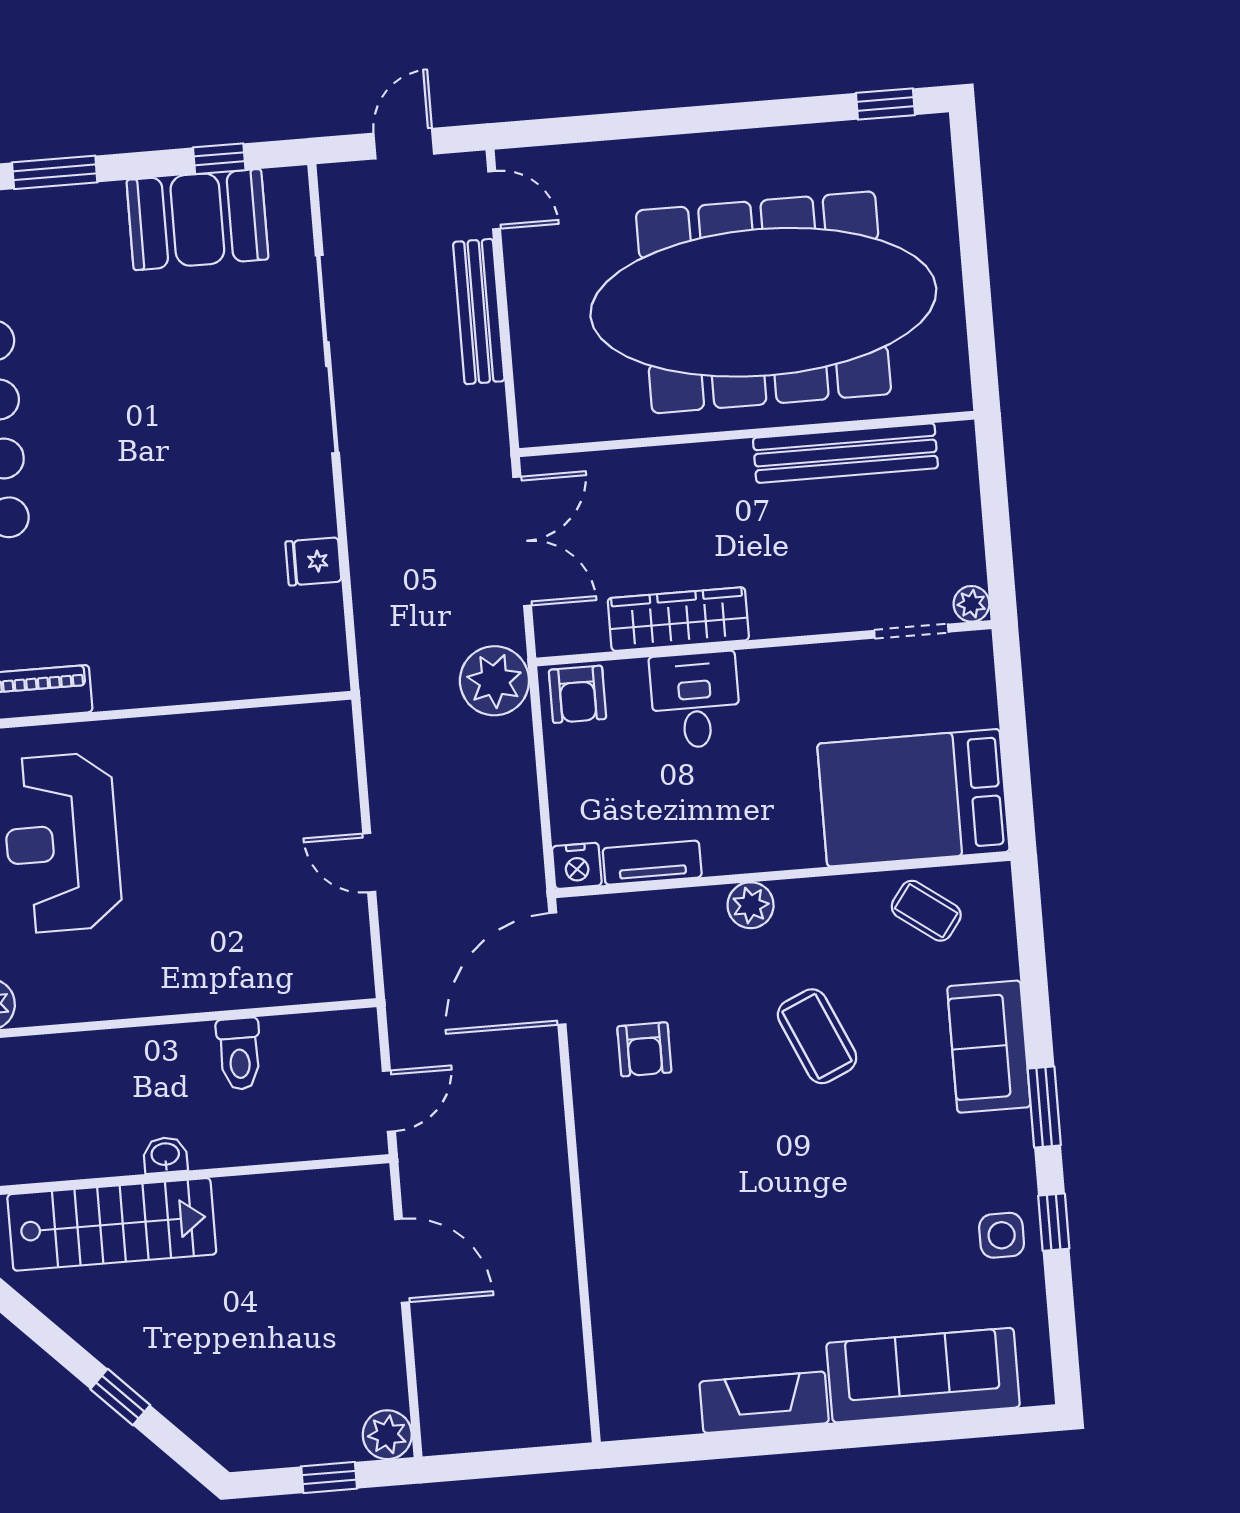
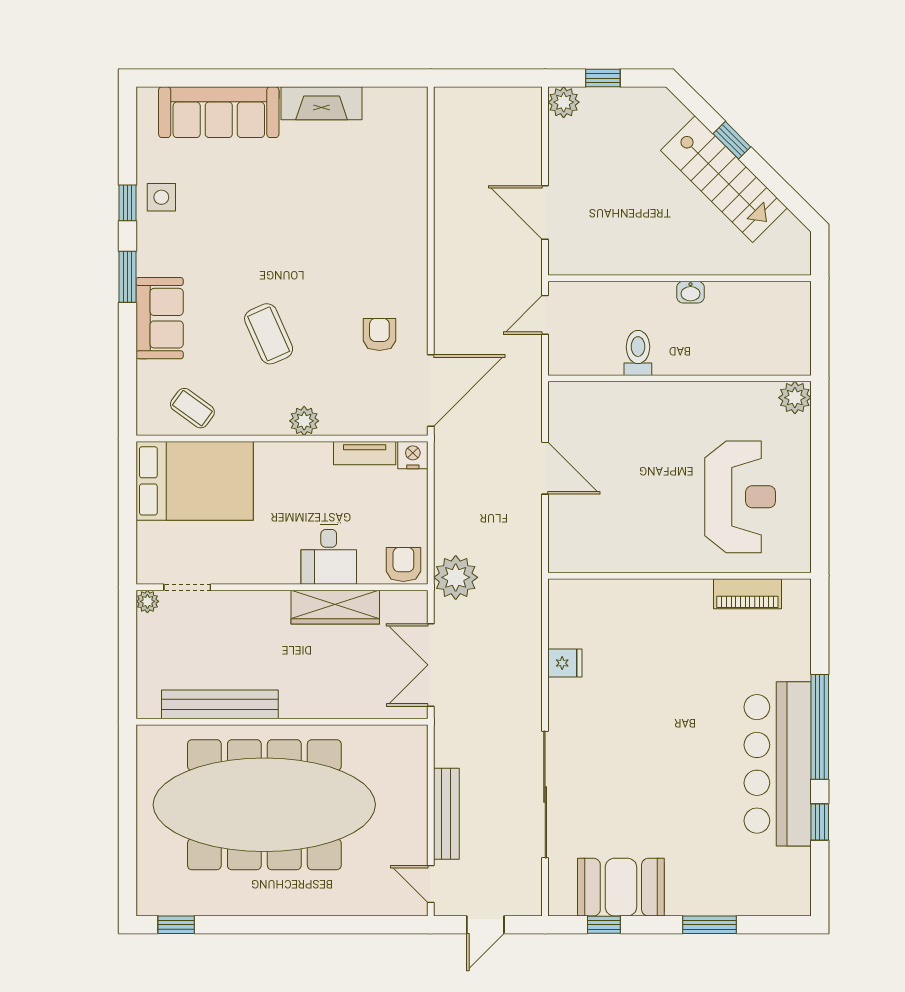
door: (369, 863) -> (545, 468), width x1.38
stairs: (112, 1224) -> (724, 179), moved, turned -135

